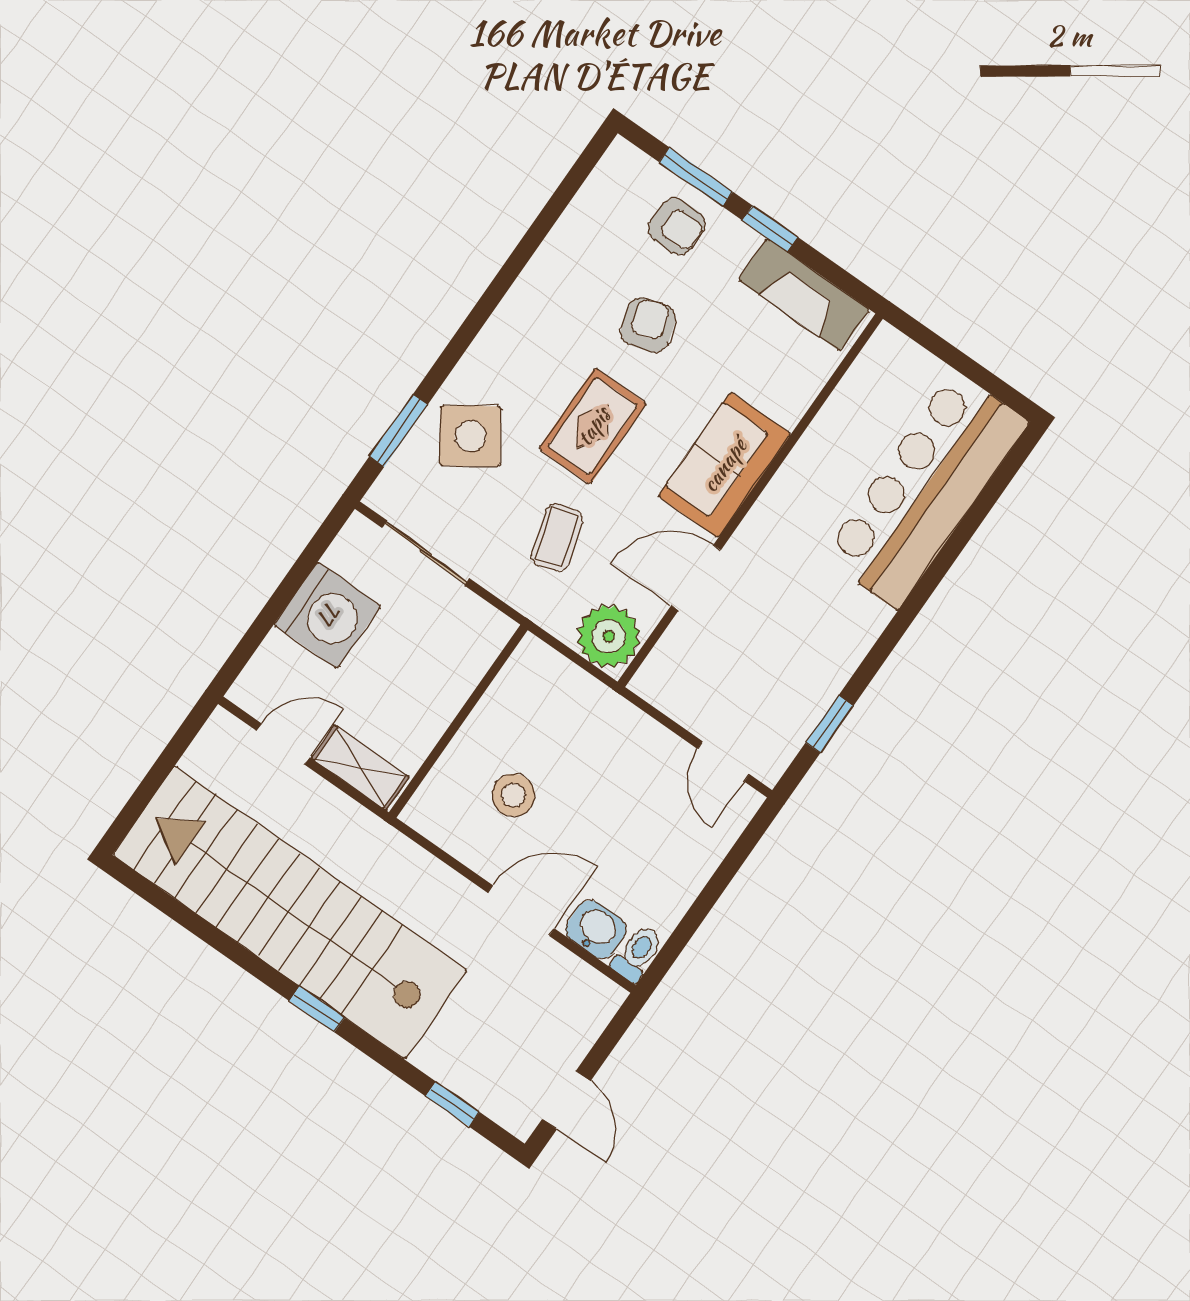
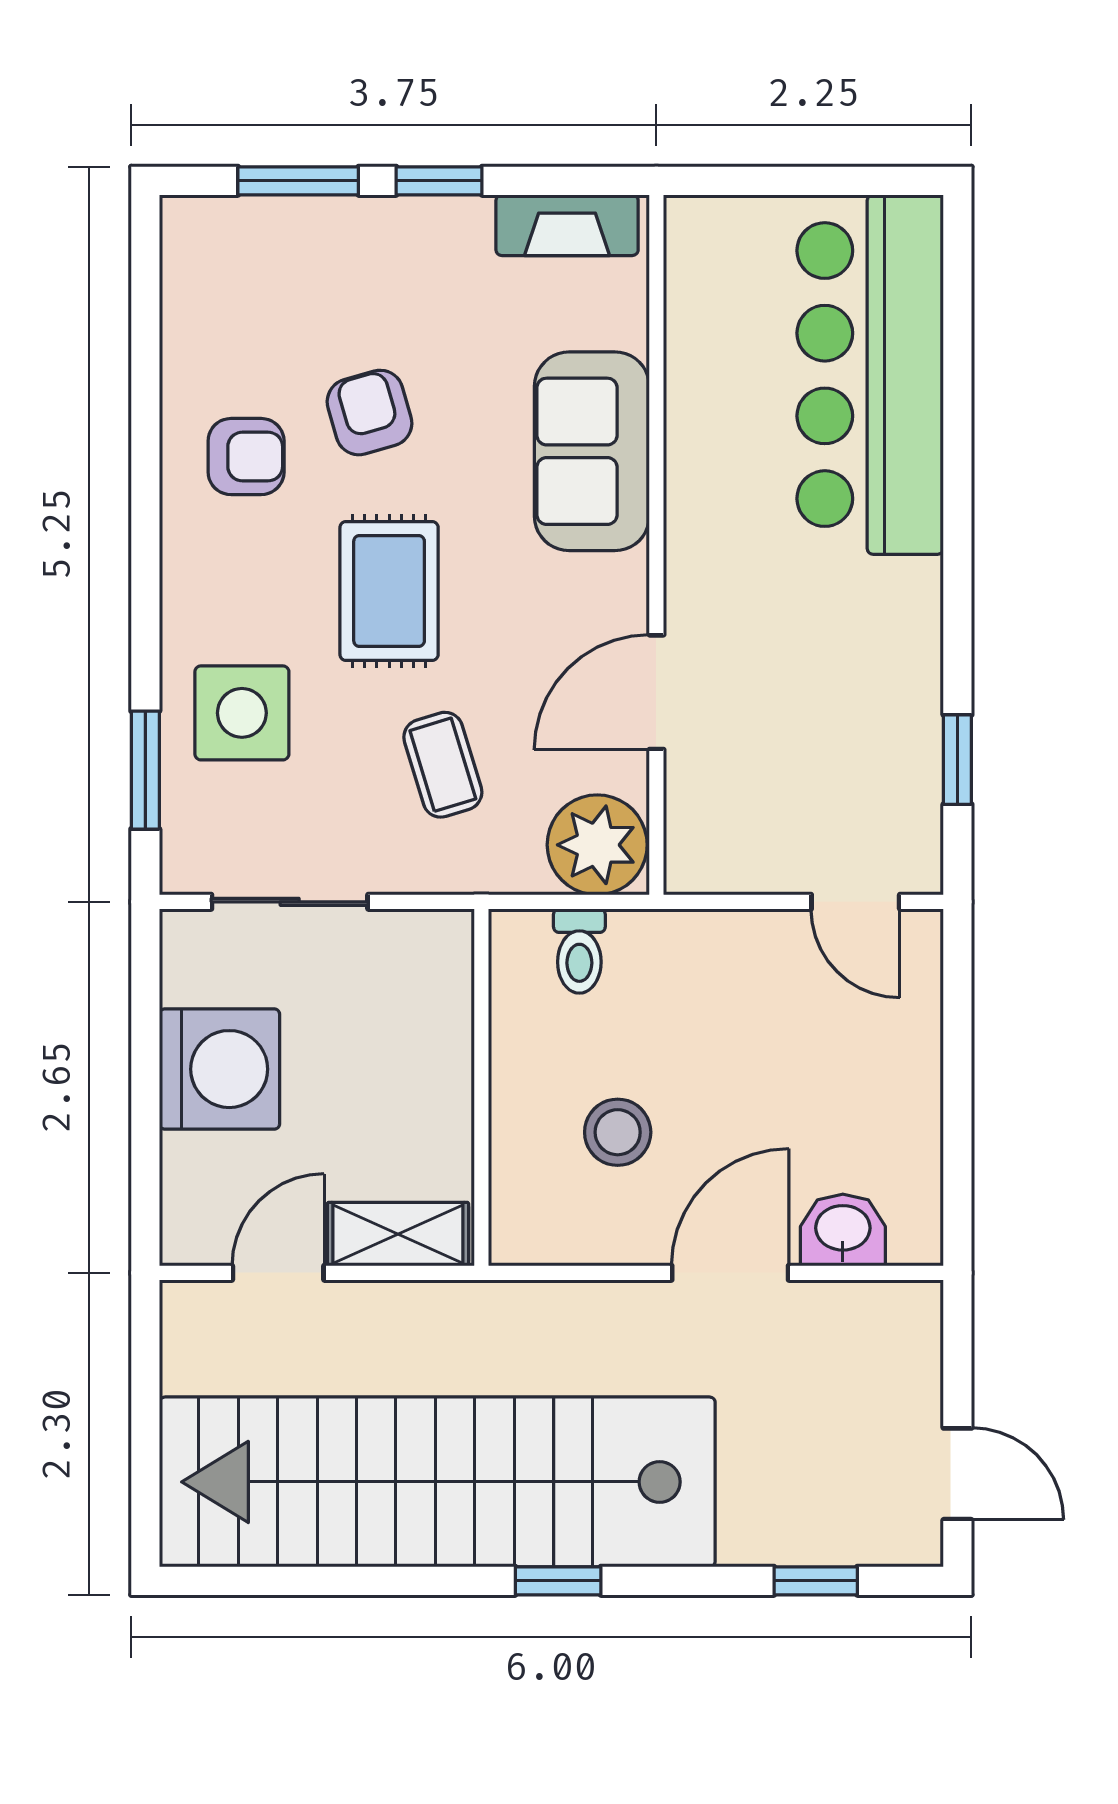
armchair: (677, 226) -> (246, 457), moved
fireplace: (804, 295) -> (567, 225), width x0.73, depth x0.76
side table: (470, 436) -> (242, 713), turned 34
sofa: (724, 465) -> (592, 451), moved
toilet: (637, 953) -> (579, 951), moved, turned 180

